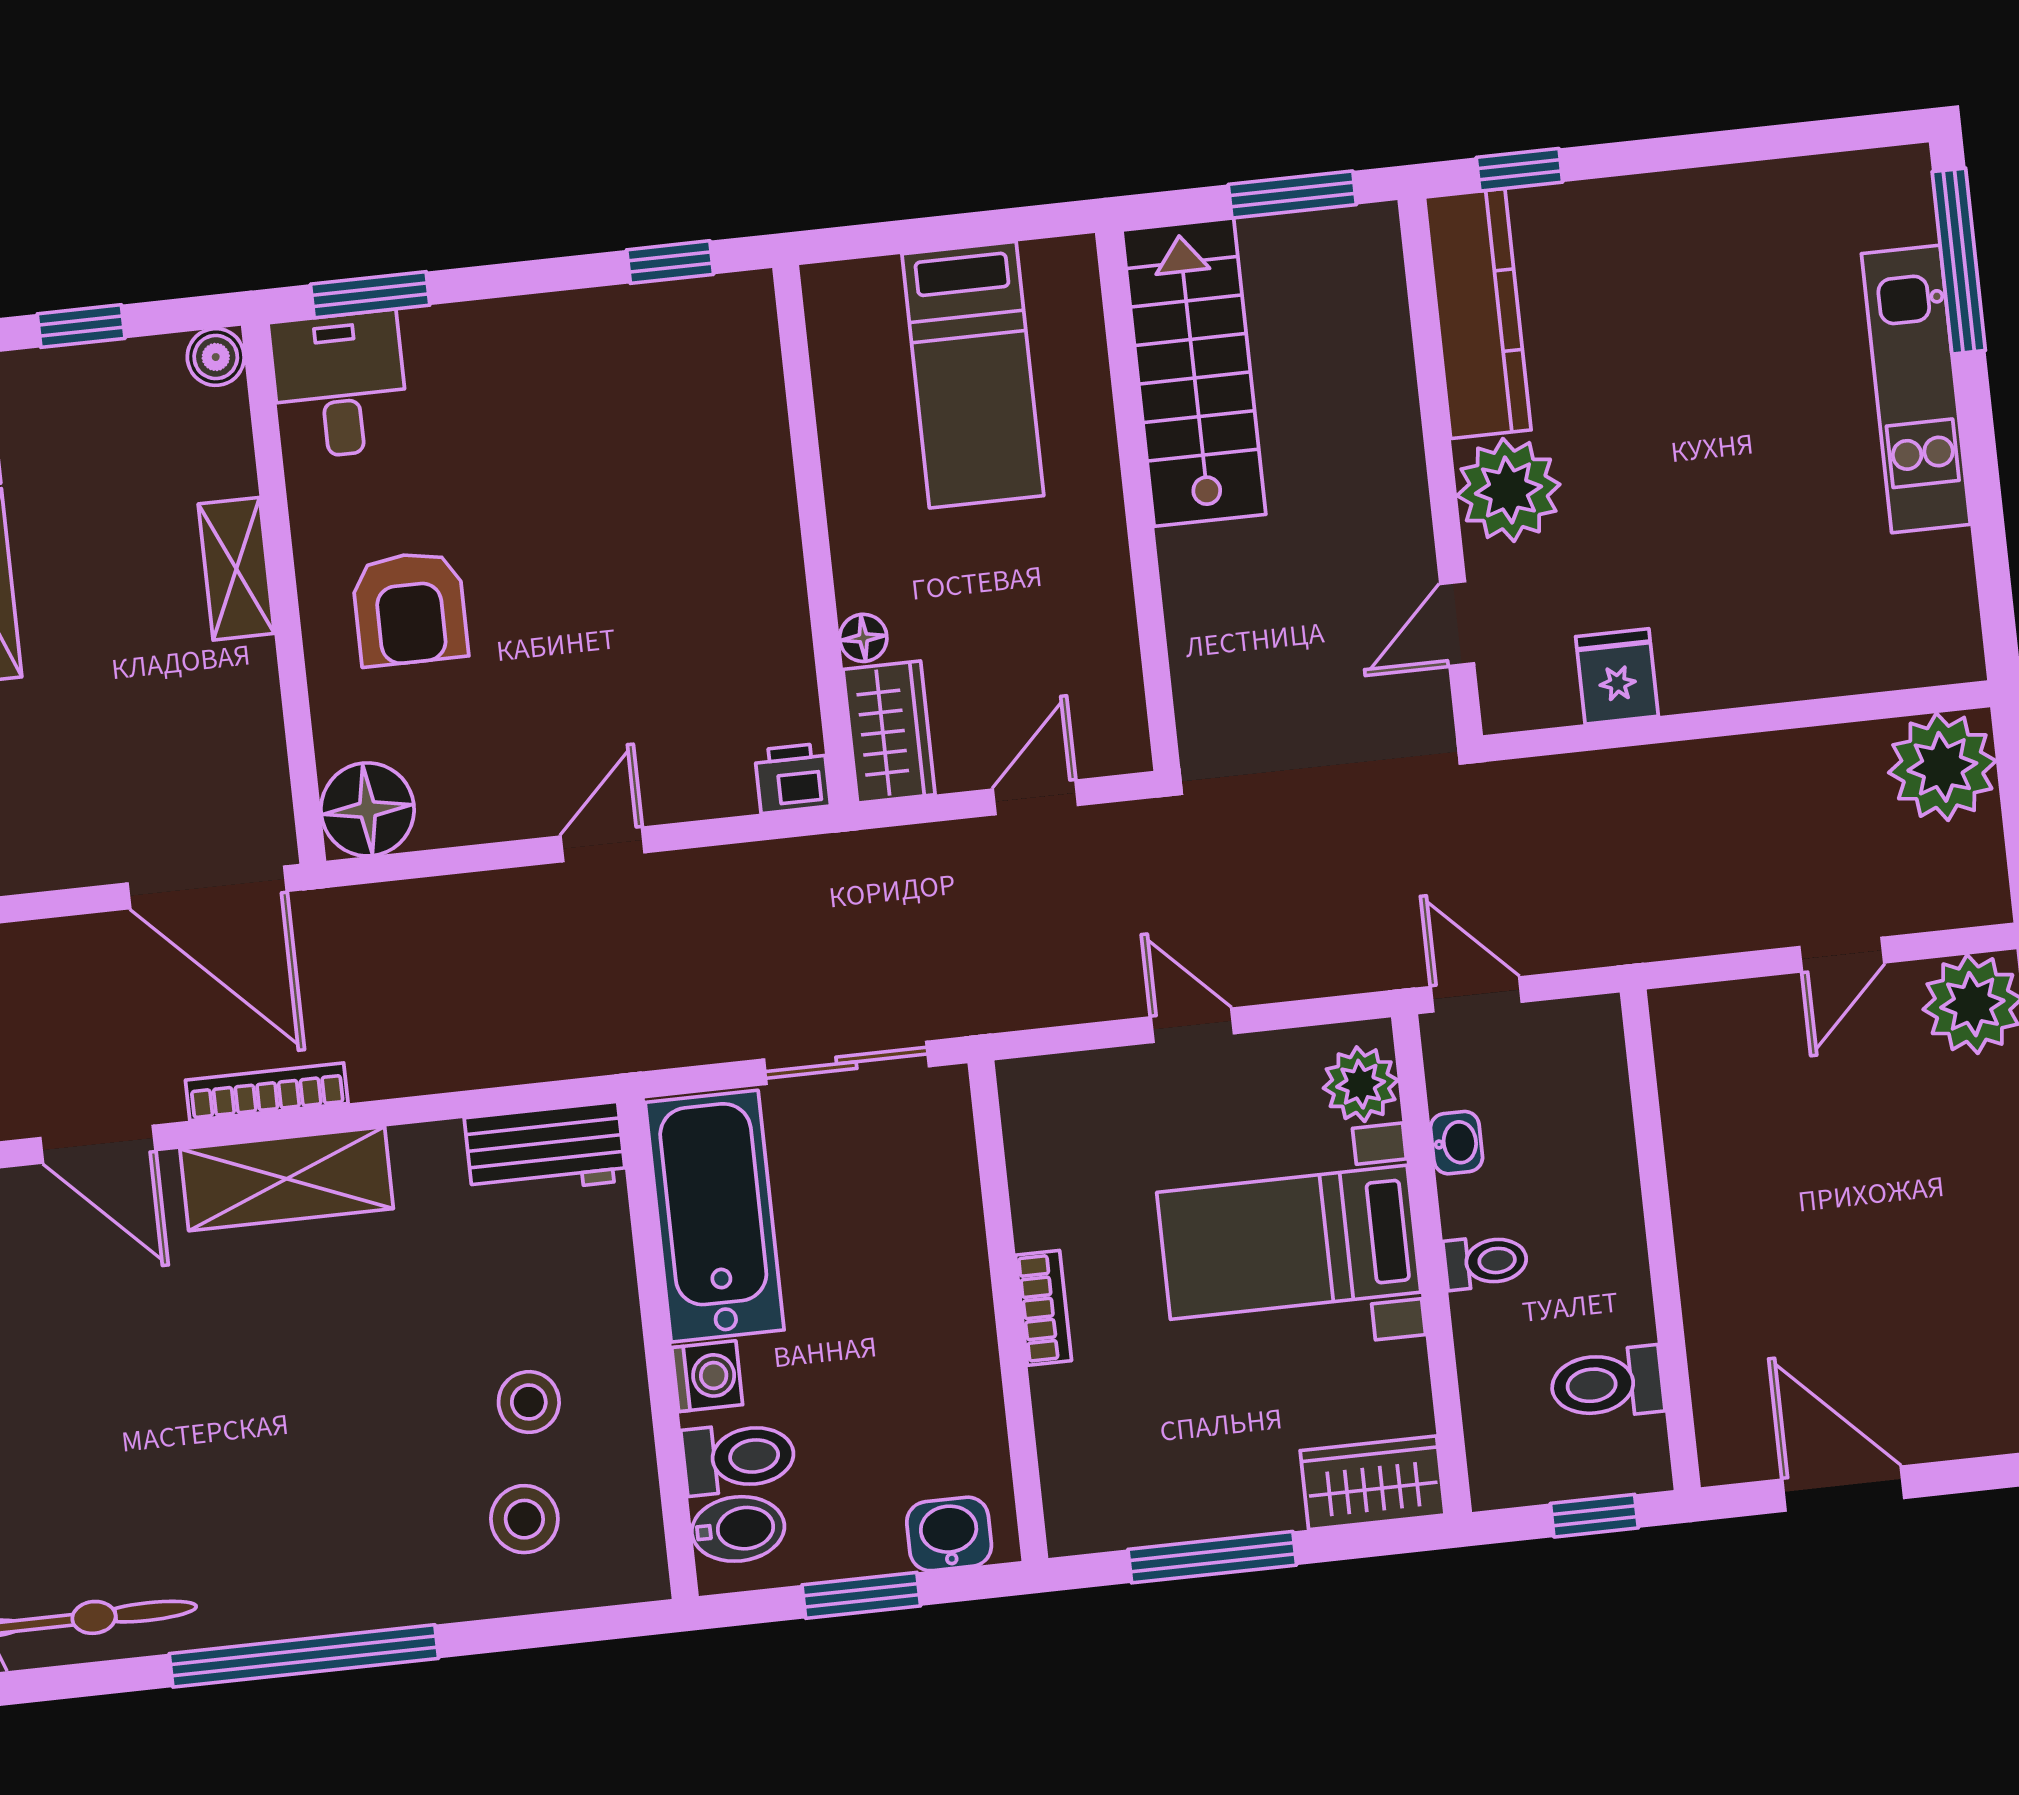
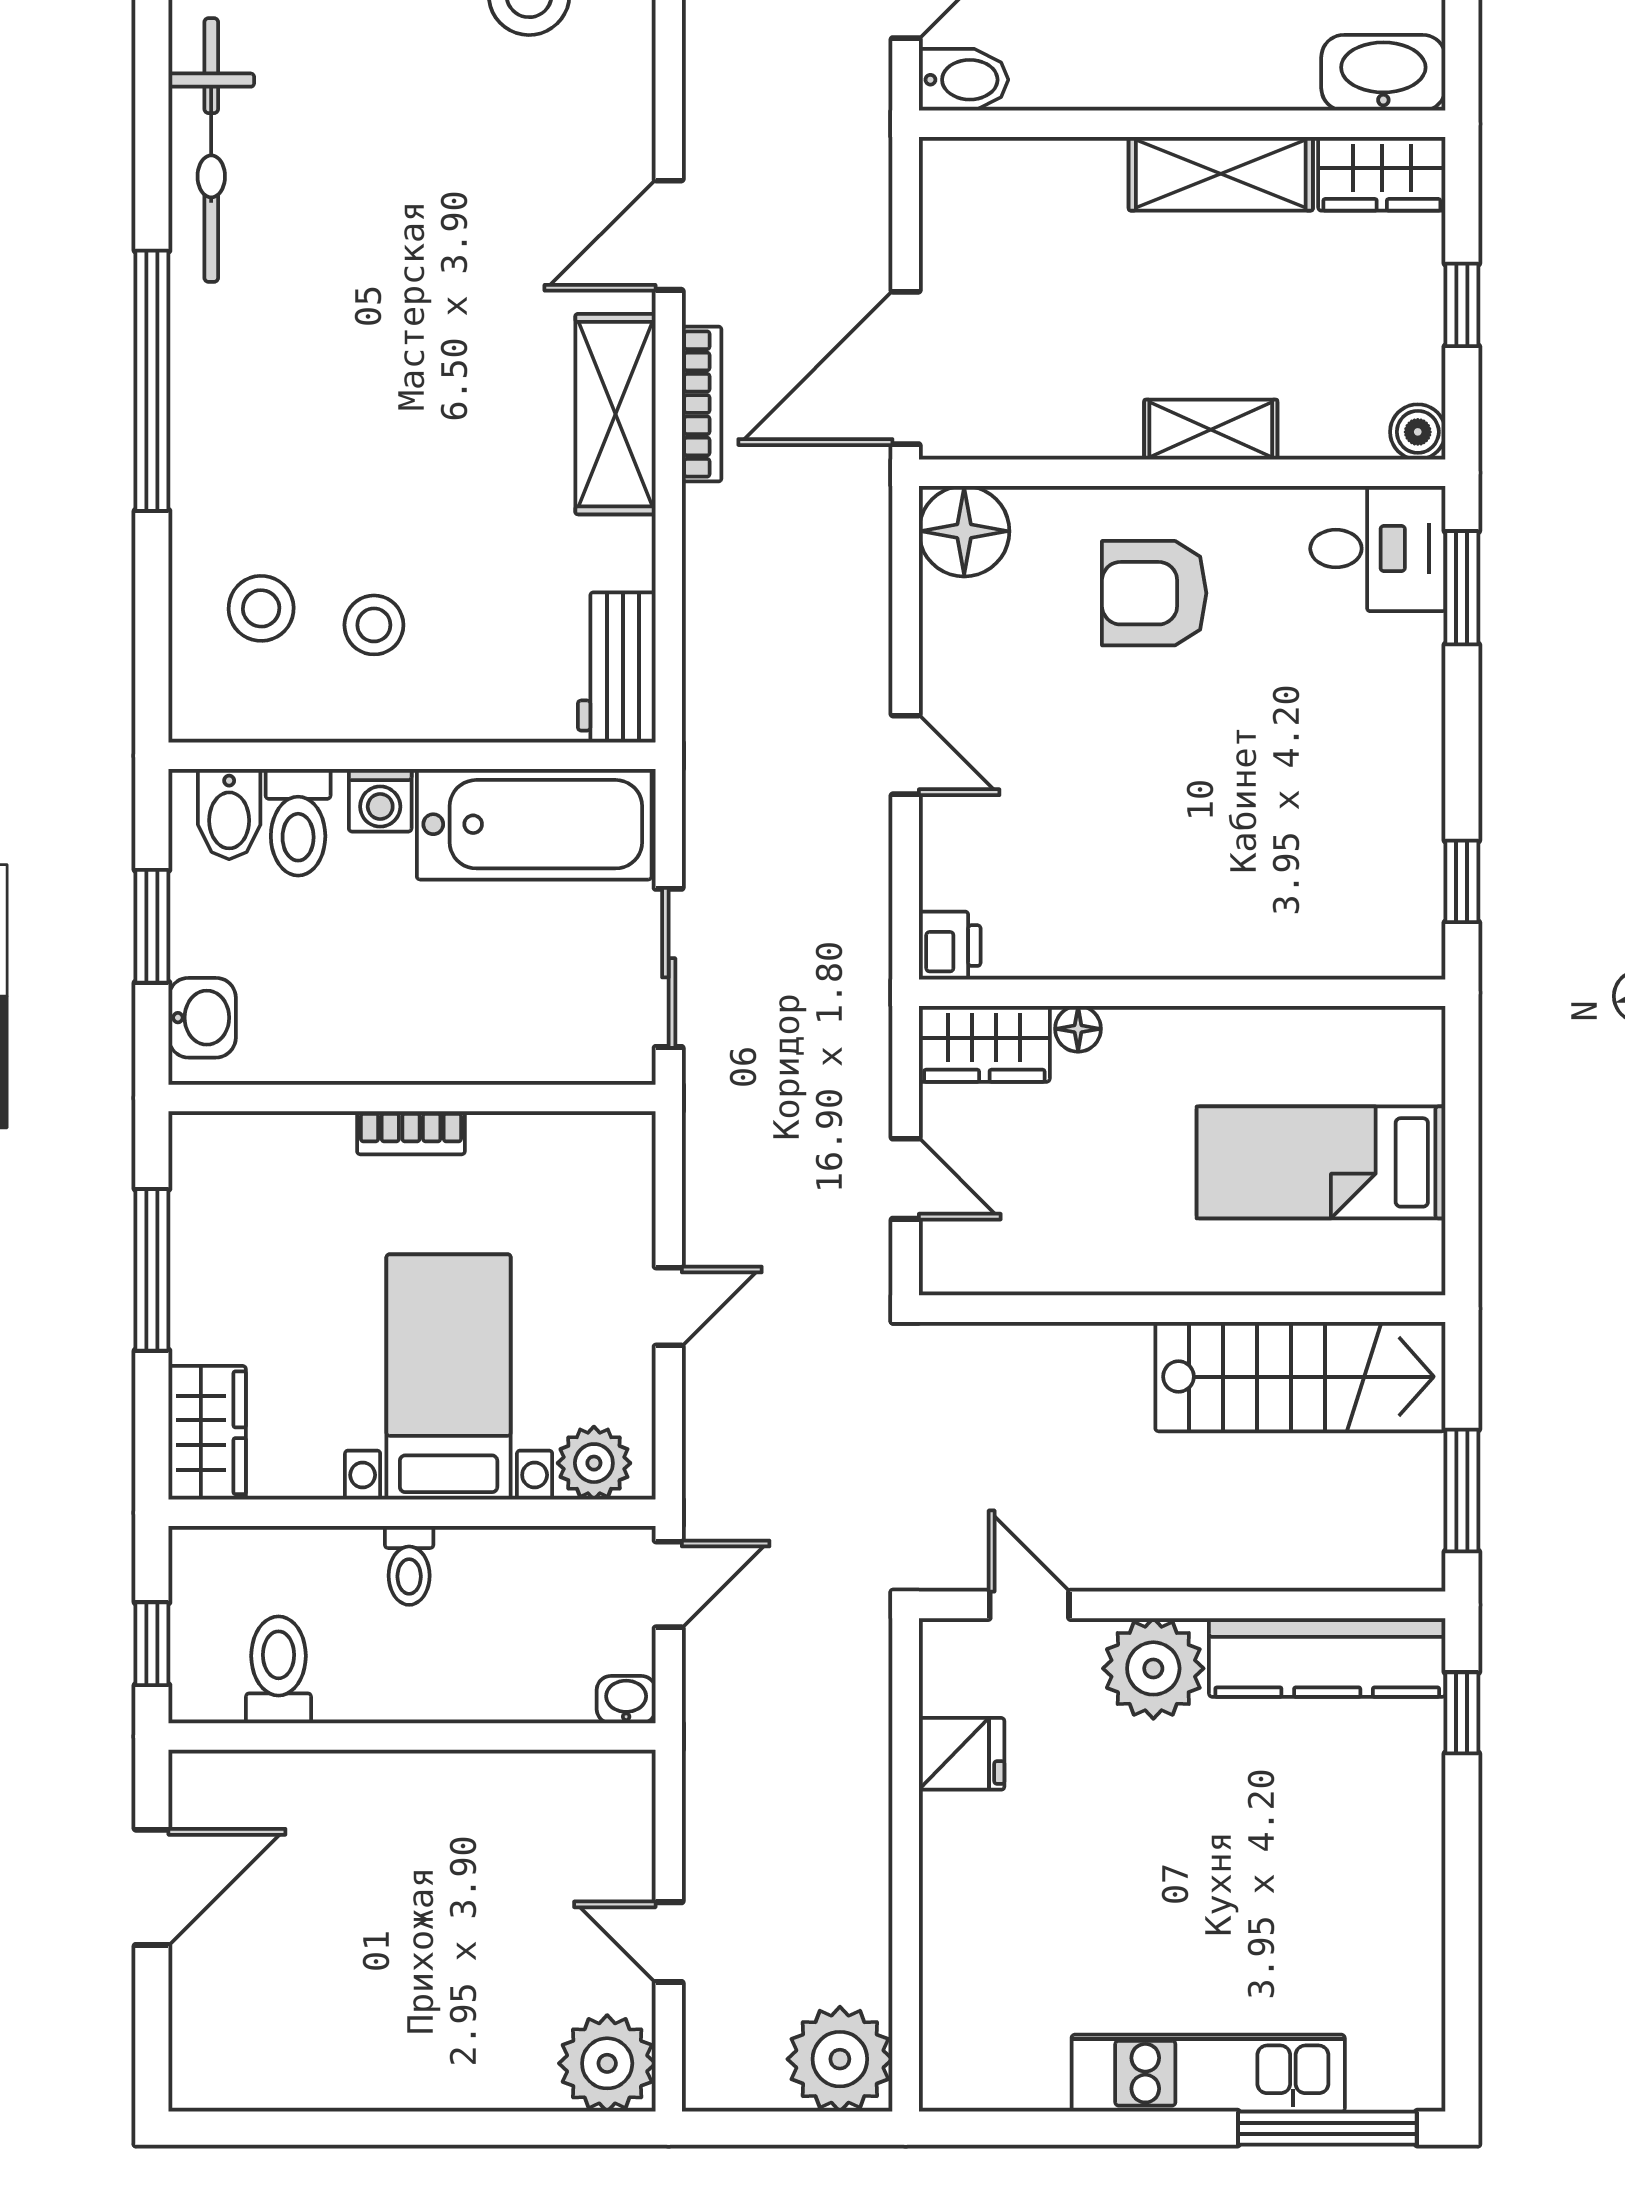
washbasin: (1456, 1143) -> (626, 1700), moved, turned 180

